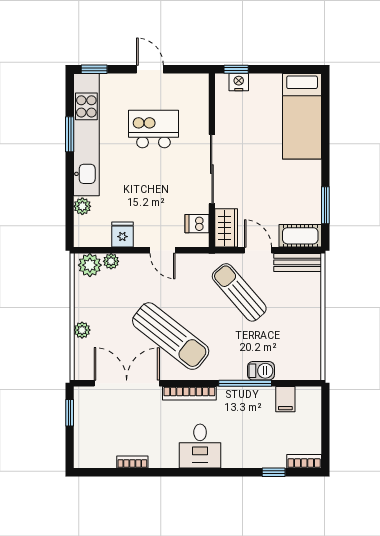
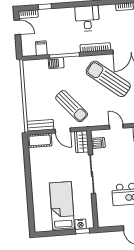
bed: (302, 116) -> (62, 206), moved
window: (325, 205) -> (27, 159), removed
door: (325, 439) -> (17, 27), added

